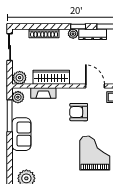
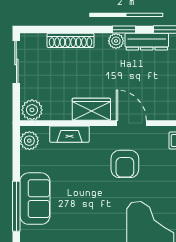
wardrobe: (51, 77) -> (91, 109), width x0.67
door: (95, 86) -> (131, 123), moved
armchair: (79, 112) -> (125, 164), turned -90
window: (10, 116) -> (16, 206), moved

